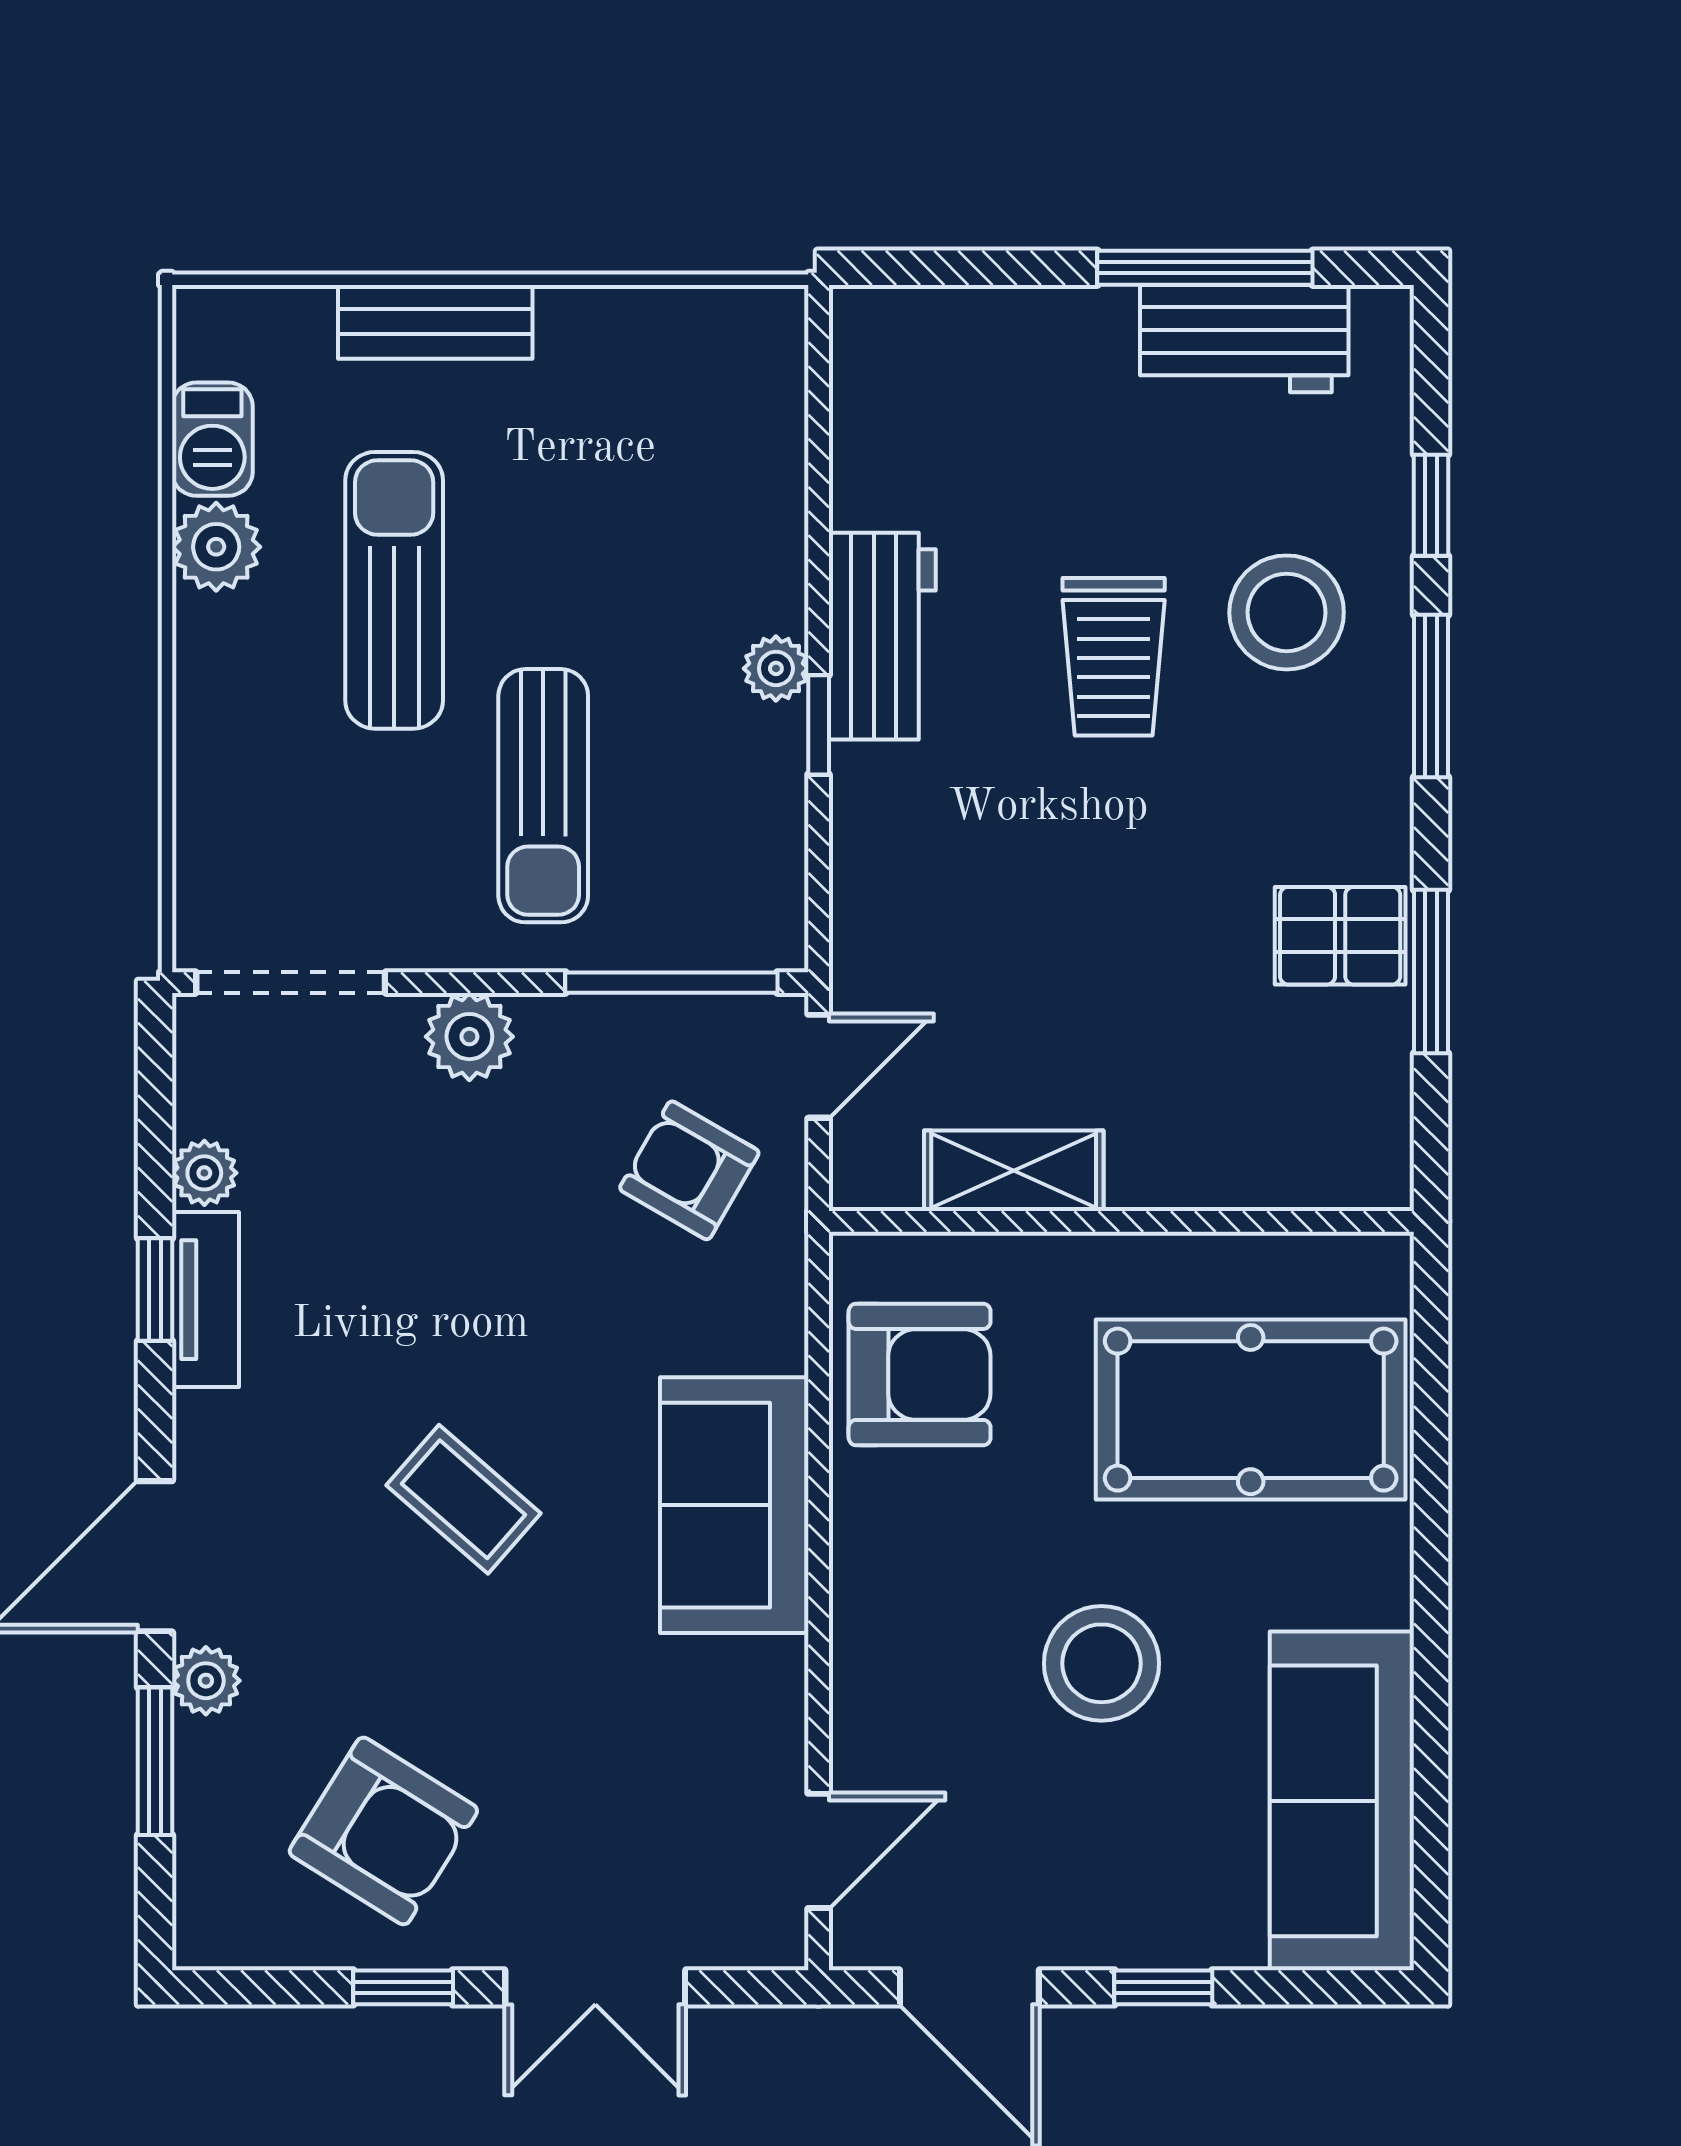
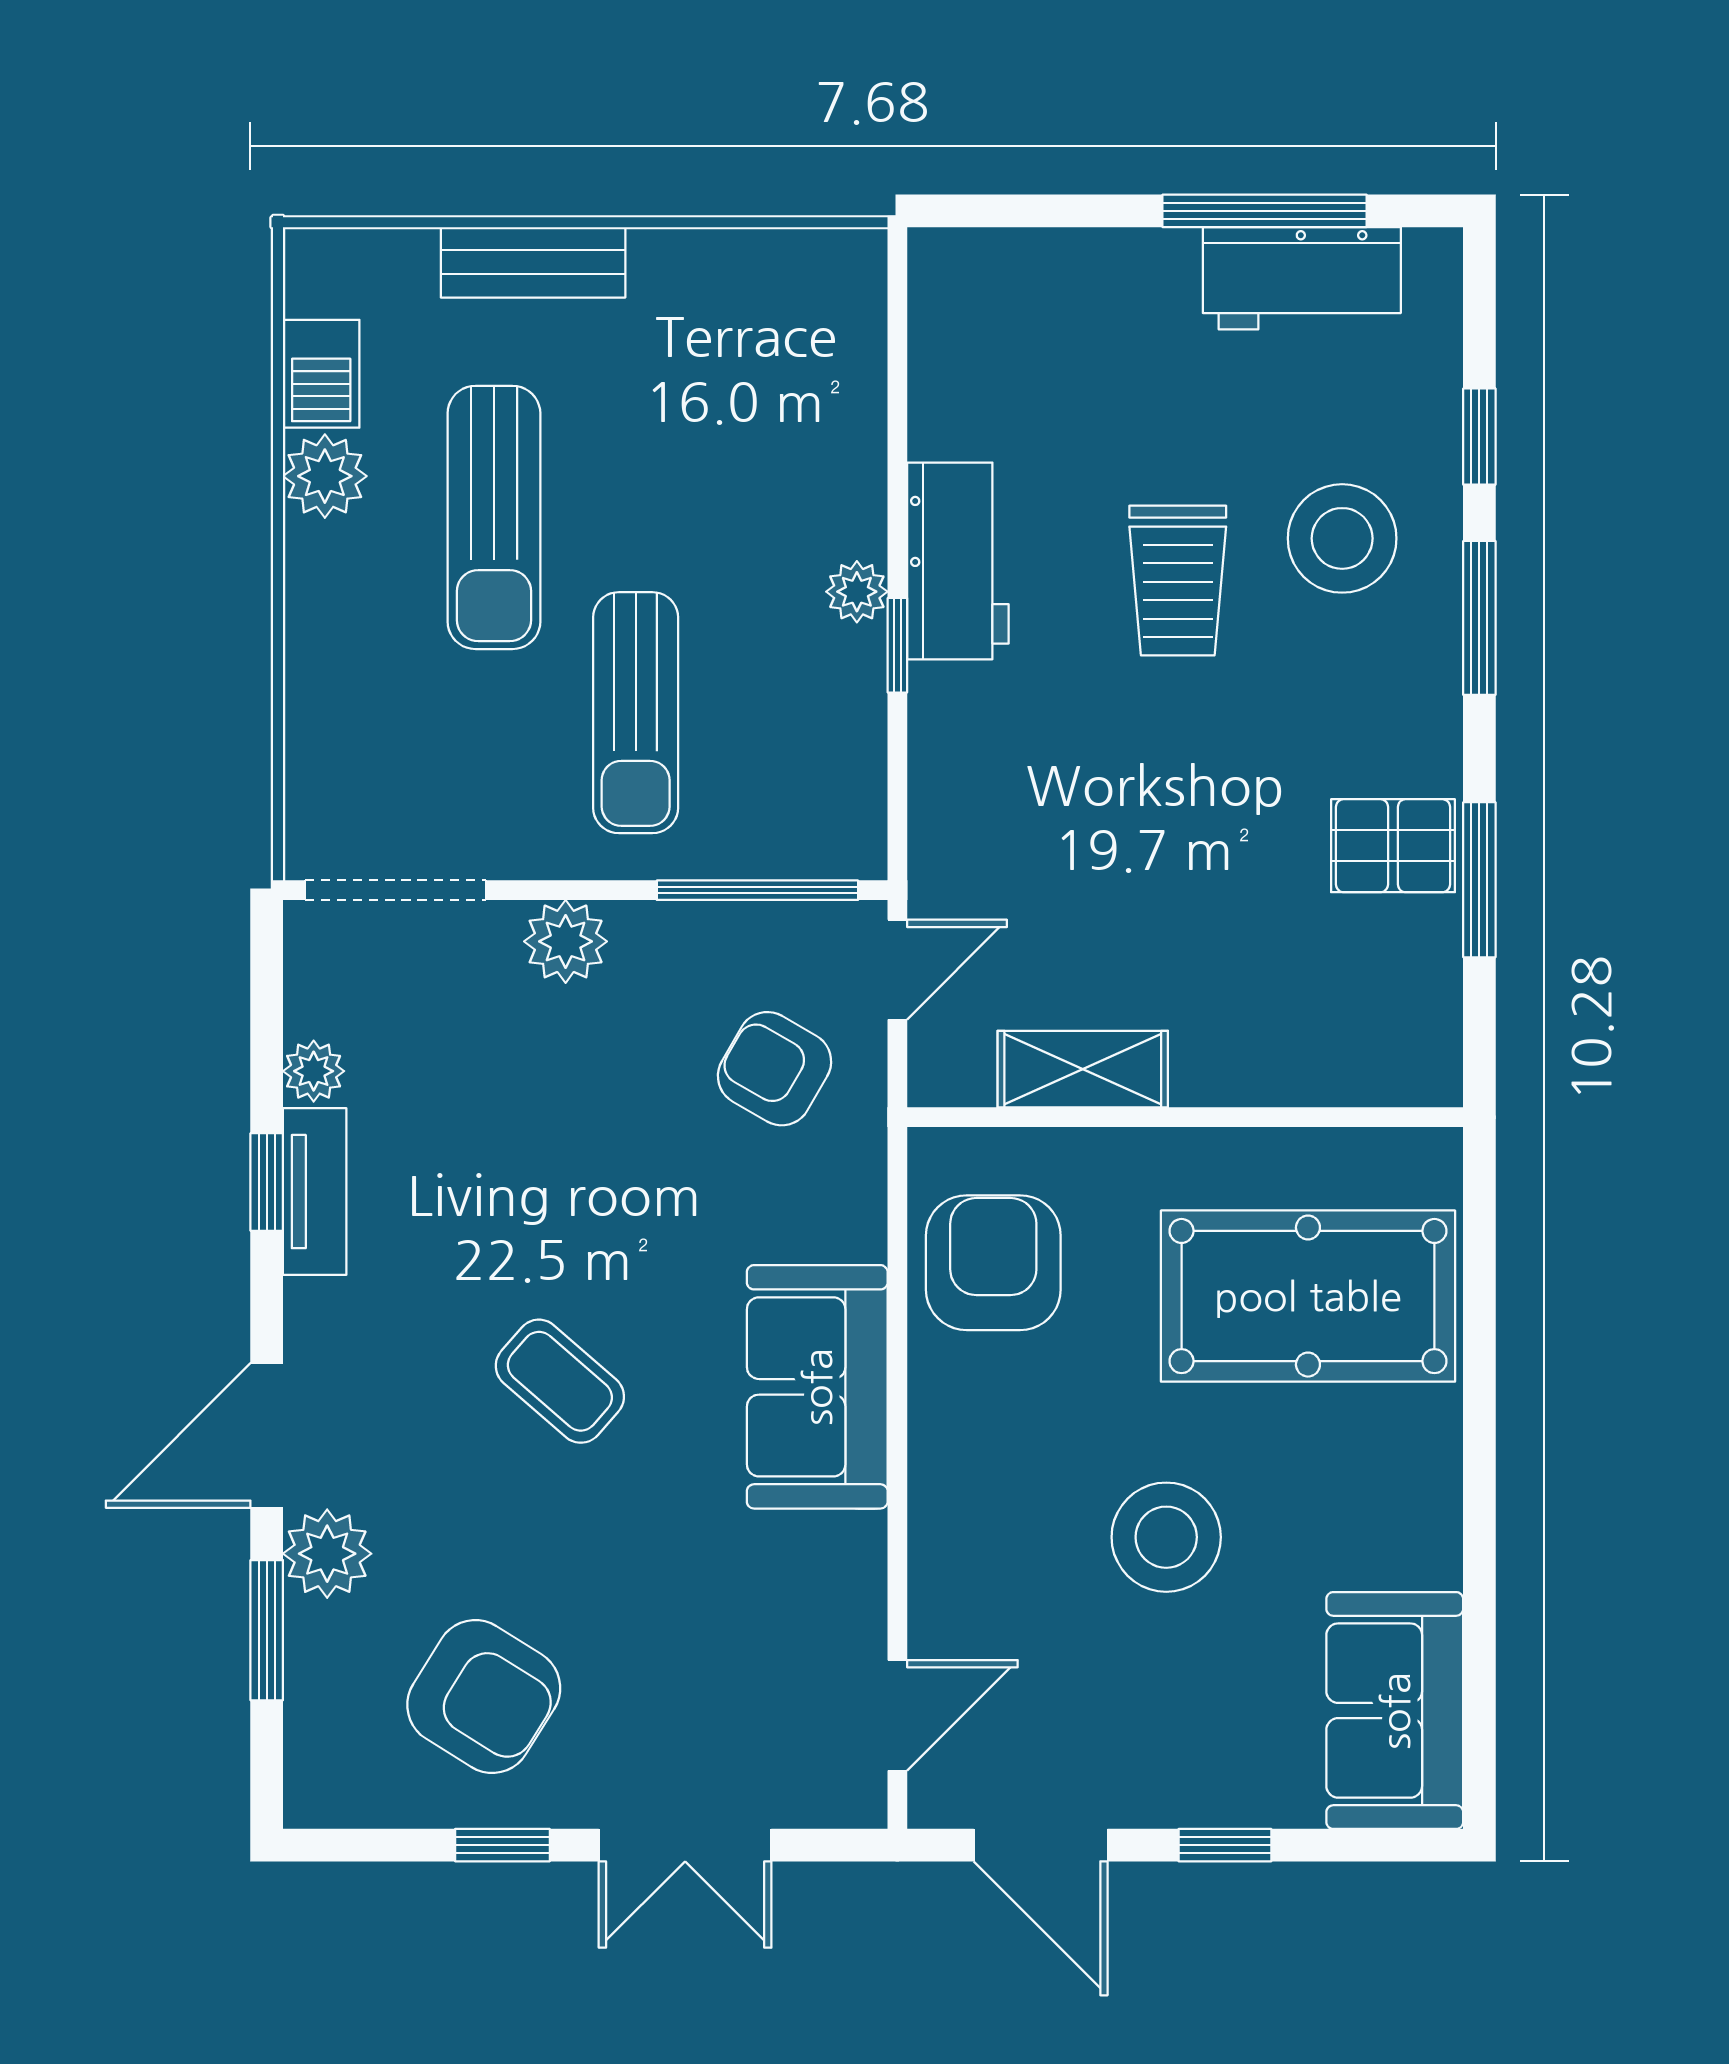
sun lounger: (394, 590) -> (494, 517), turned 180
armchair: (920, 1374) -> (993, 1263), turned -90
plant: (206, 1681) -> (327, 1554), width x1.38, depth x1.38
sofa: (1342, 1801) -> (1395, 1711), width x0.73

